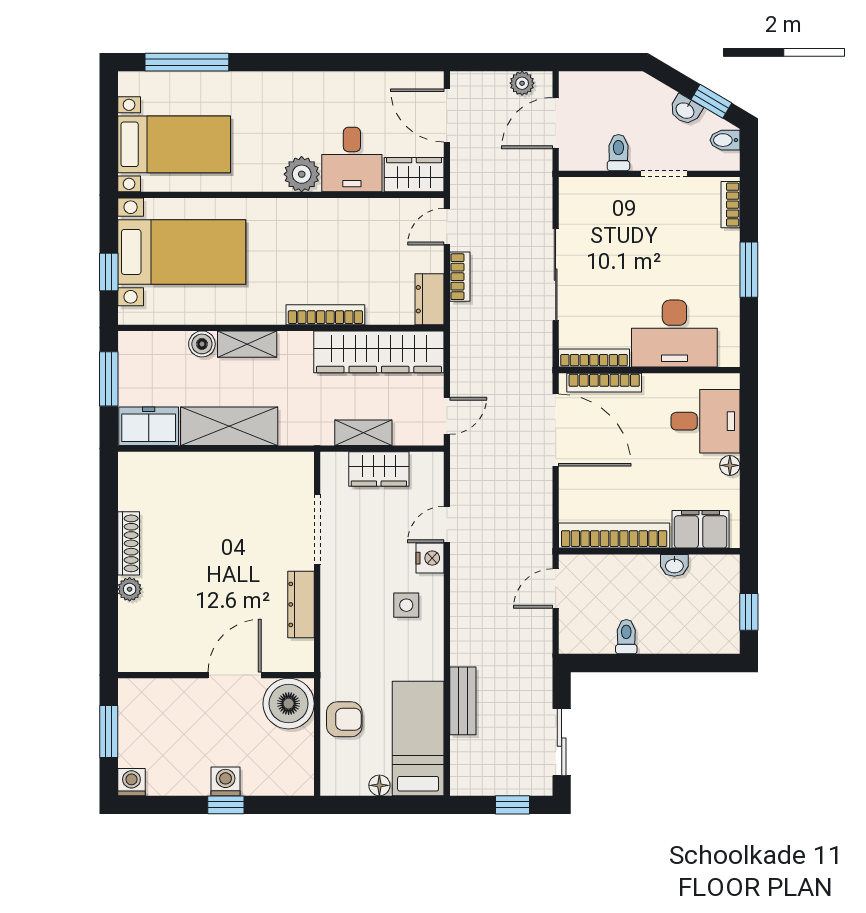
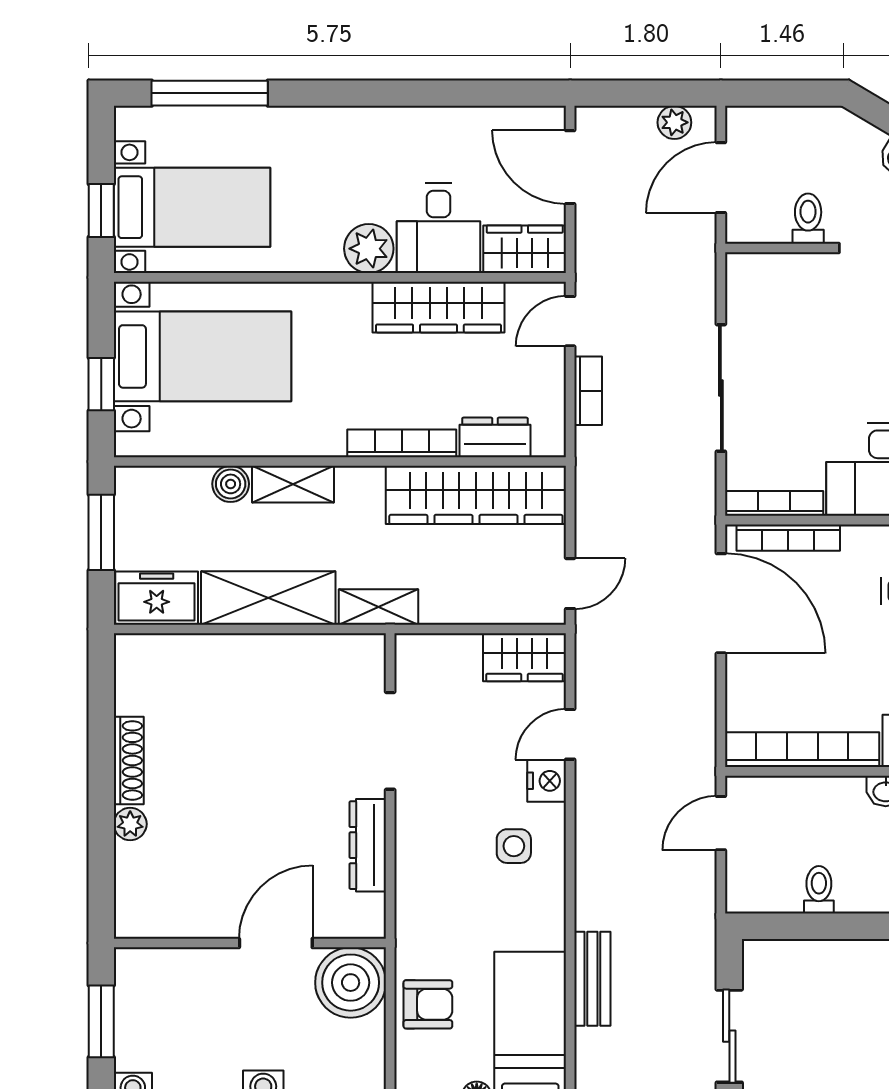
window: (109, 147) -> (101, 211), added
wardrobe: (352, 216) -> (438, 307), added
dresser: (429, 299) -> (495, 437), moved, turned 90
shelving: (363, 433) -> (378, 607), moved
wardrobe: (379, 469) -> (525, 657), moved

